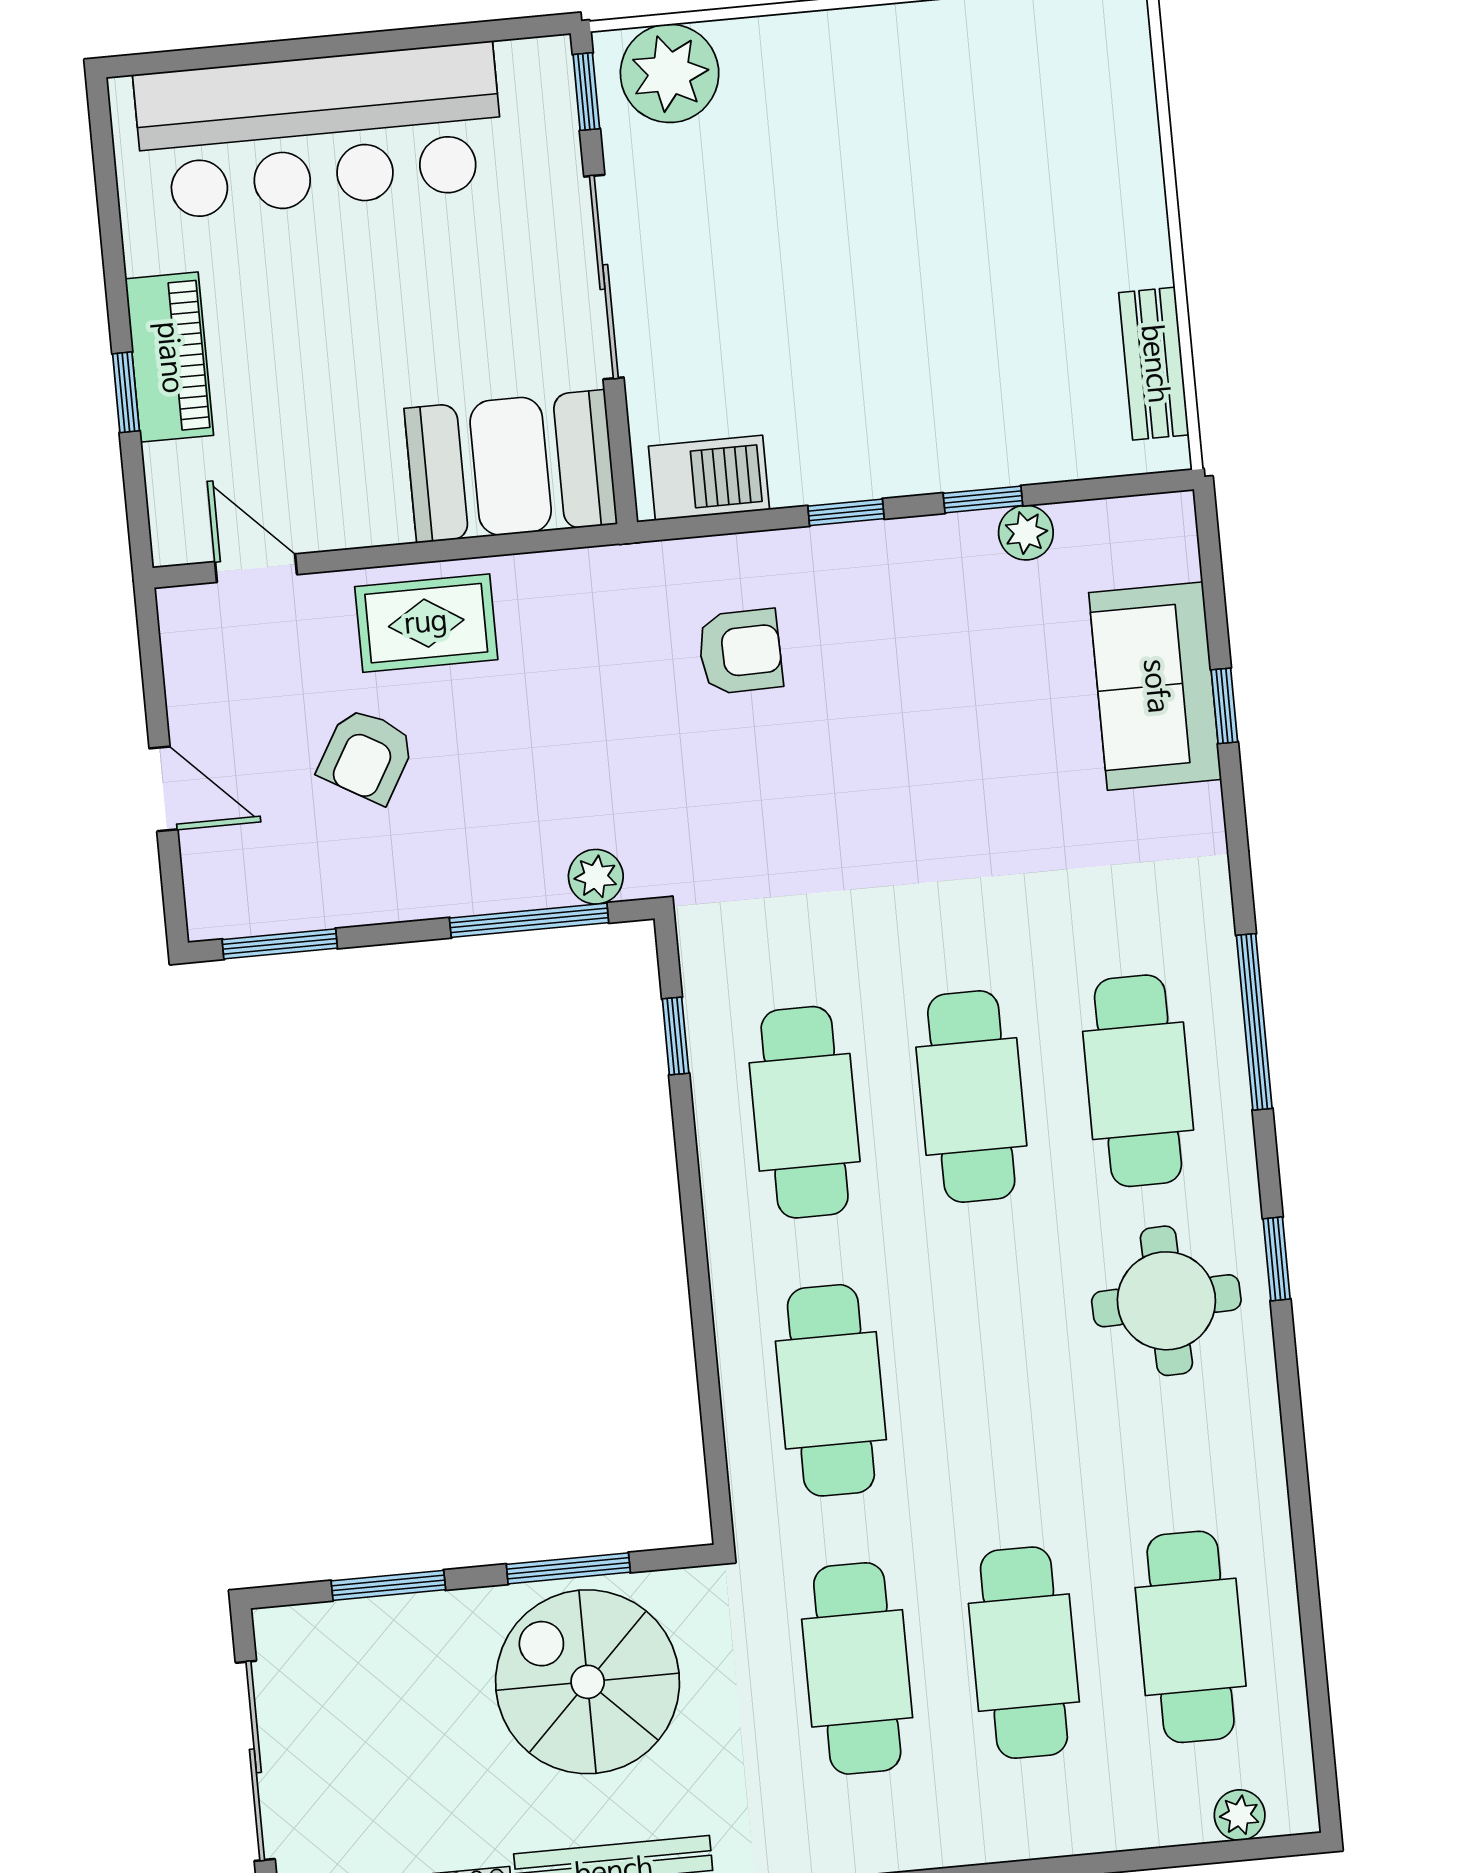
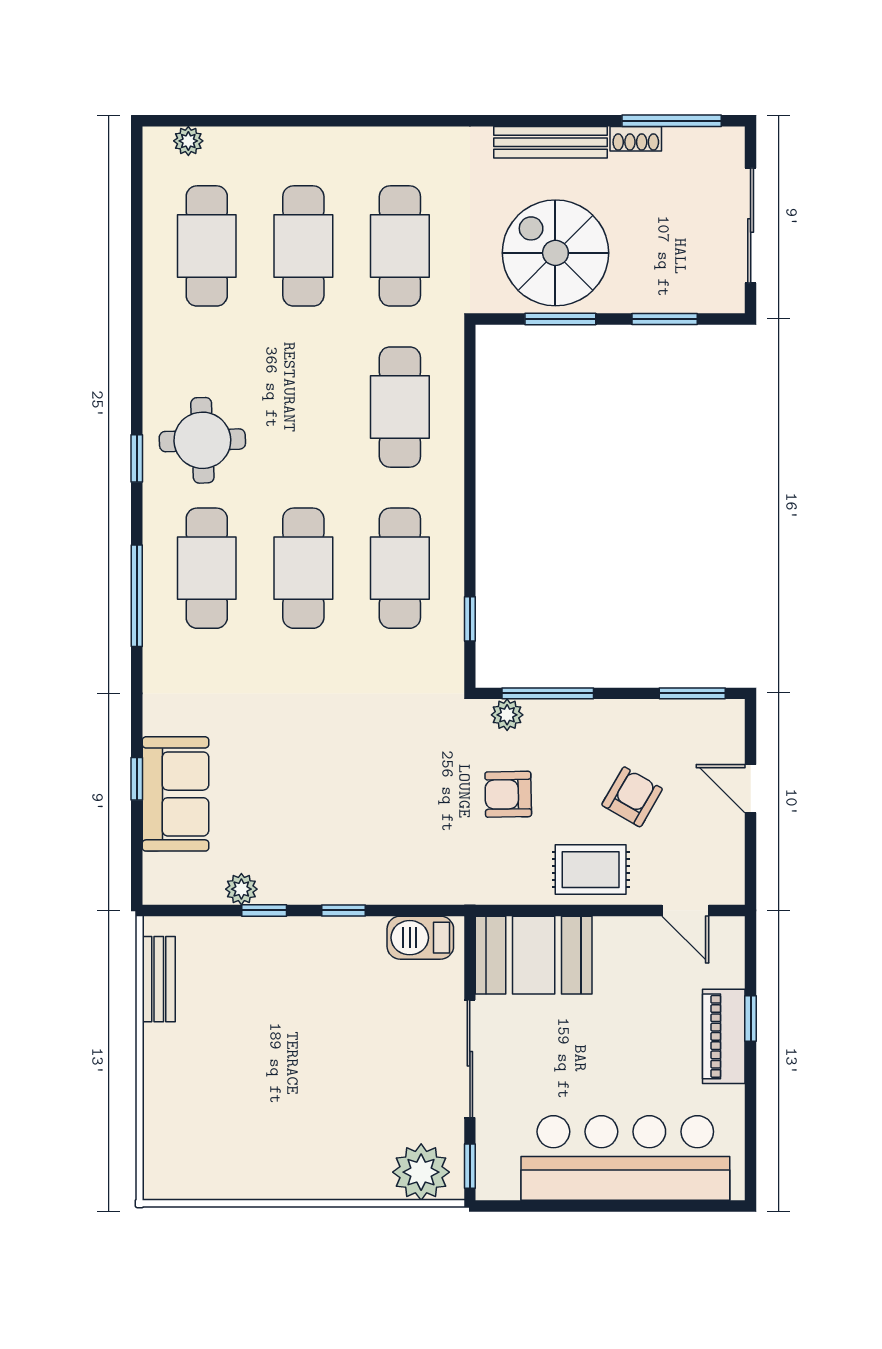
armchair: (740, 651) -> (508, 794), moved
spiral stairs: (588, 1682) -> (555, 253), turned 180

